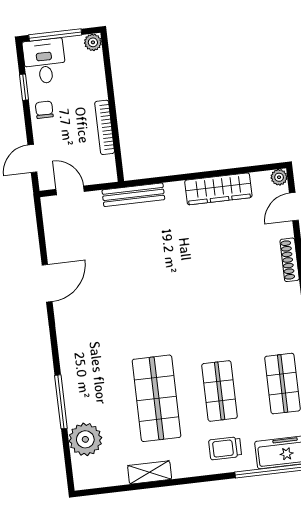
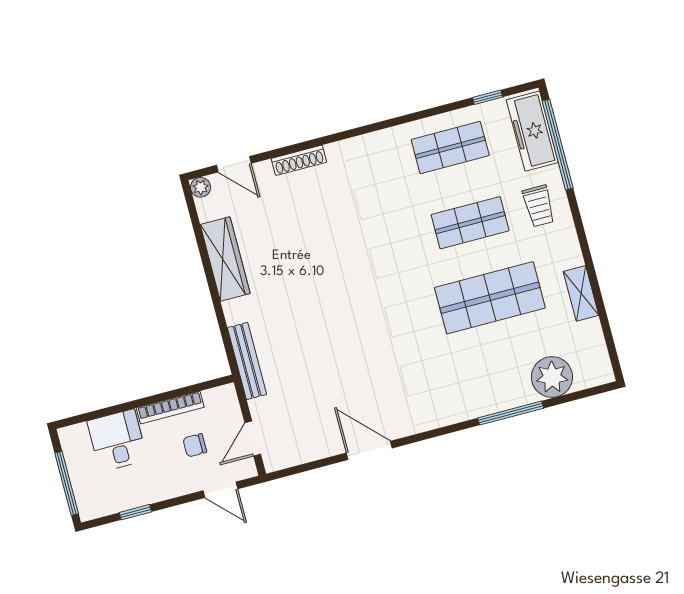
plant: (93, 42) -> (69, 436), removed
desk: (44, 61) -> (117, 440), moved, turned 90
chair: (44, 110) -> (195, 445), moved

